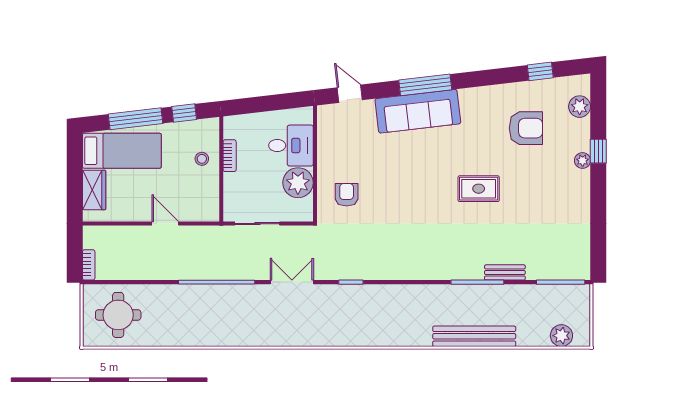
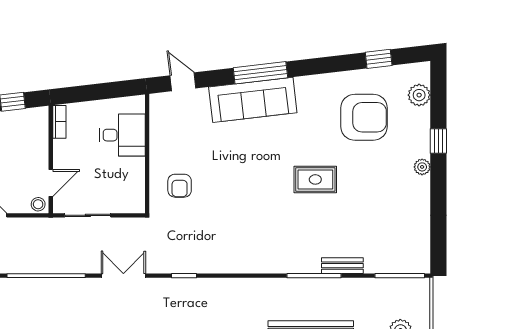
armchair: (526, 128) -> (364, 117), width x1.36, depth x1.36
bookcase: (230, 156) -> (59, 122), moved
stool: (202, 159) -> (38, 204), moved
plant: (583, 160) -> (422, 167), moved
plant: (298, 183) -> (130, 173), removed
door: (221, 192) -> (51, 183), added
armchair: (347, 195) -> (180, 186), turned 180

